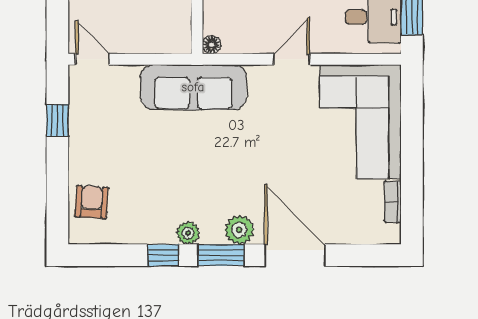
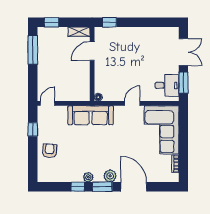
door: (92, 59) -> (48, 103), hinge flipped
armchair: (92, 202) -> (49, 151), moved

